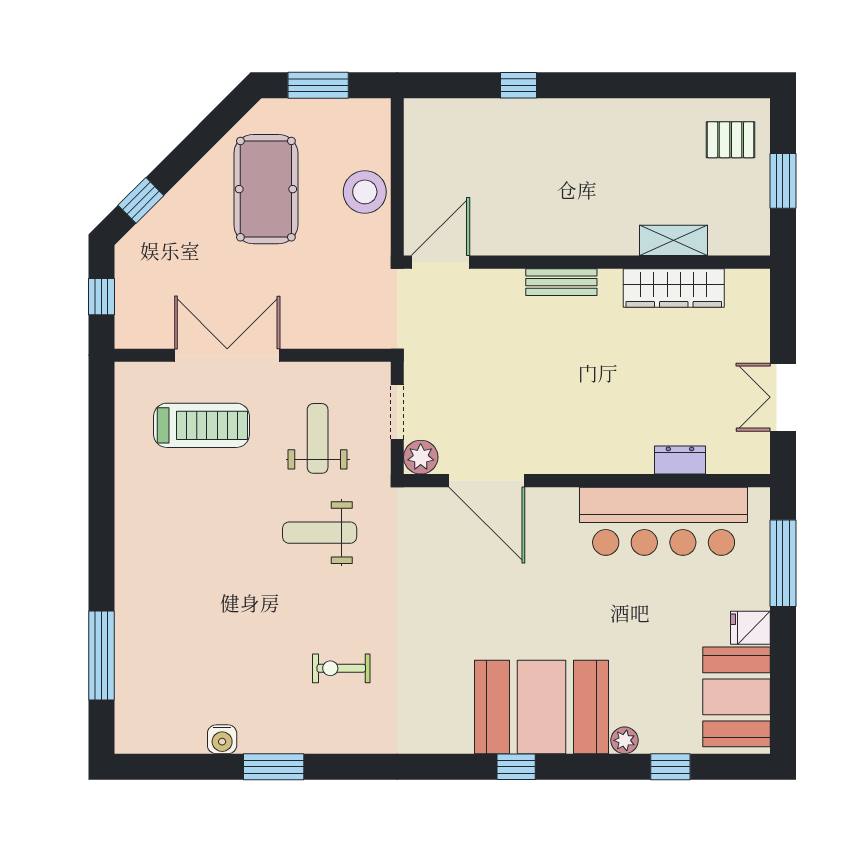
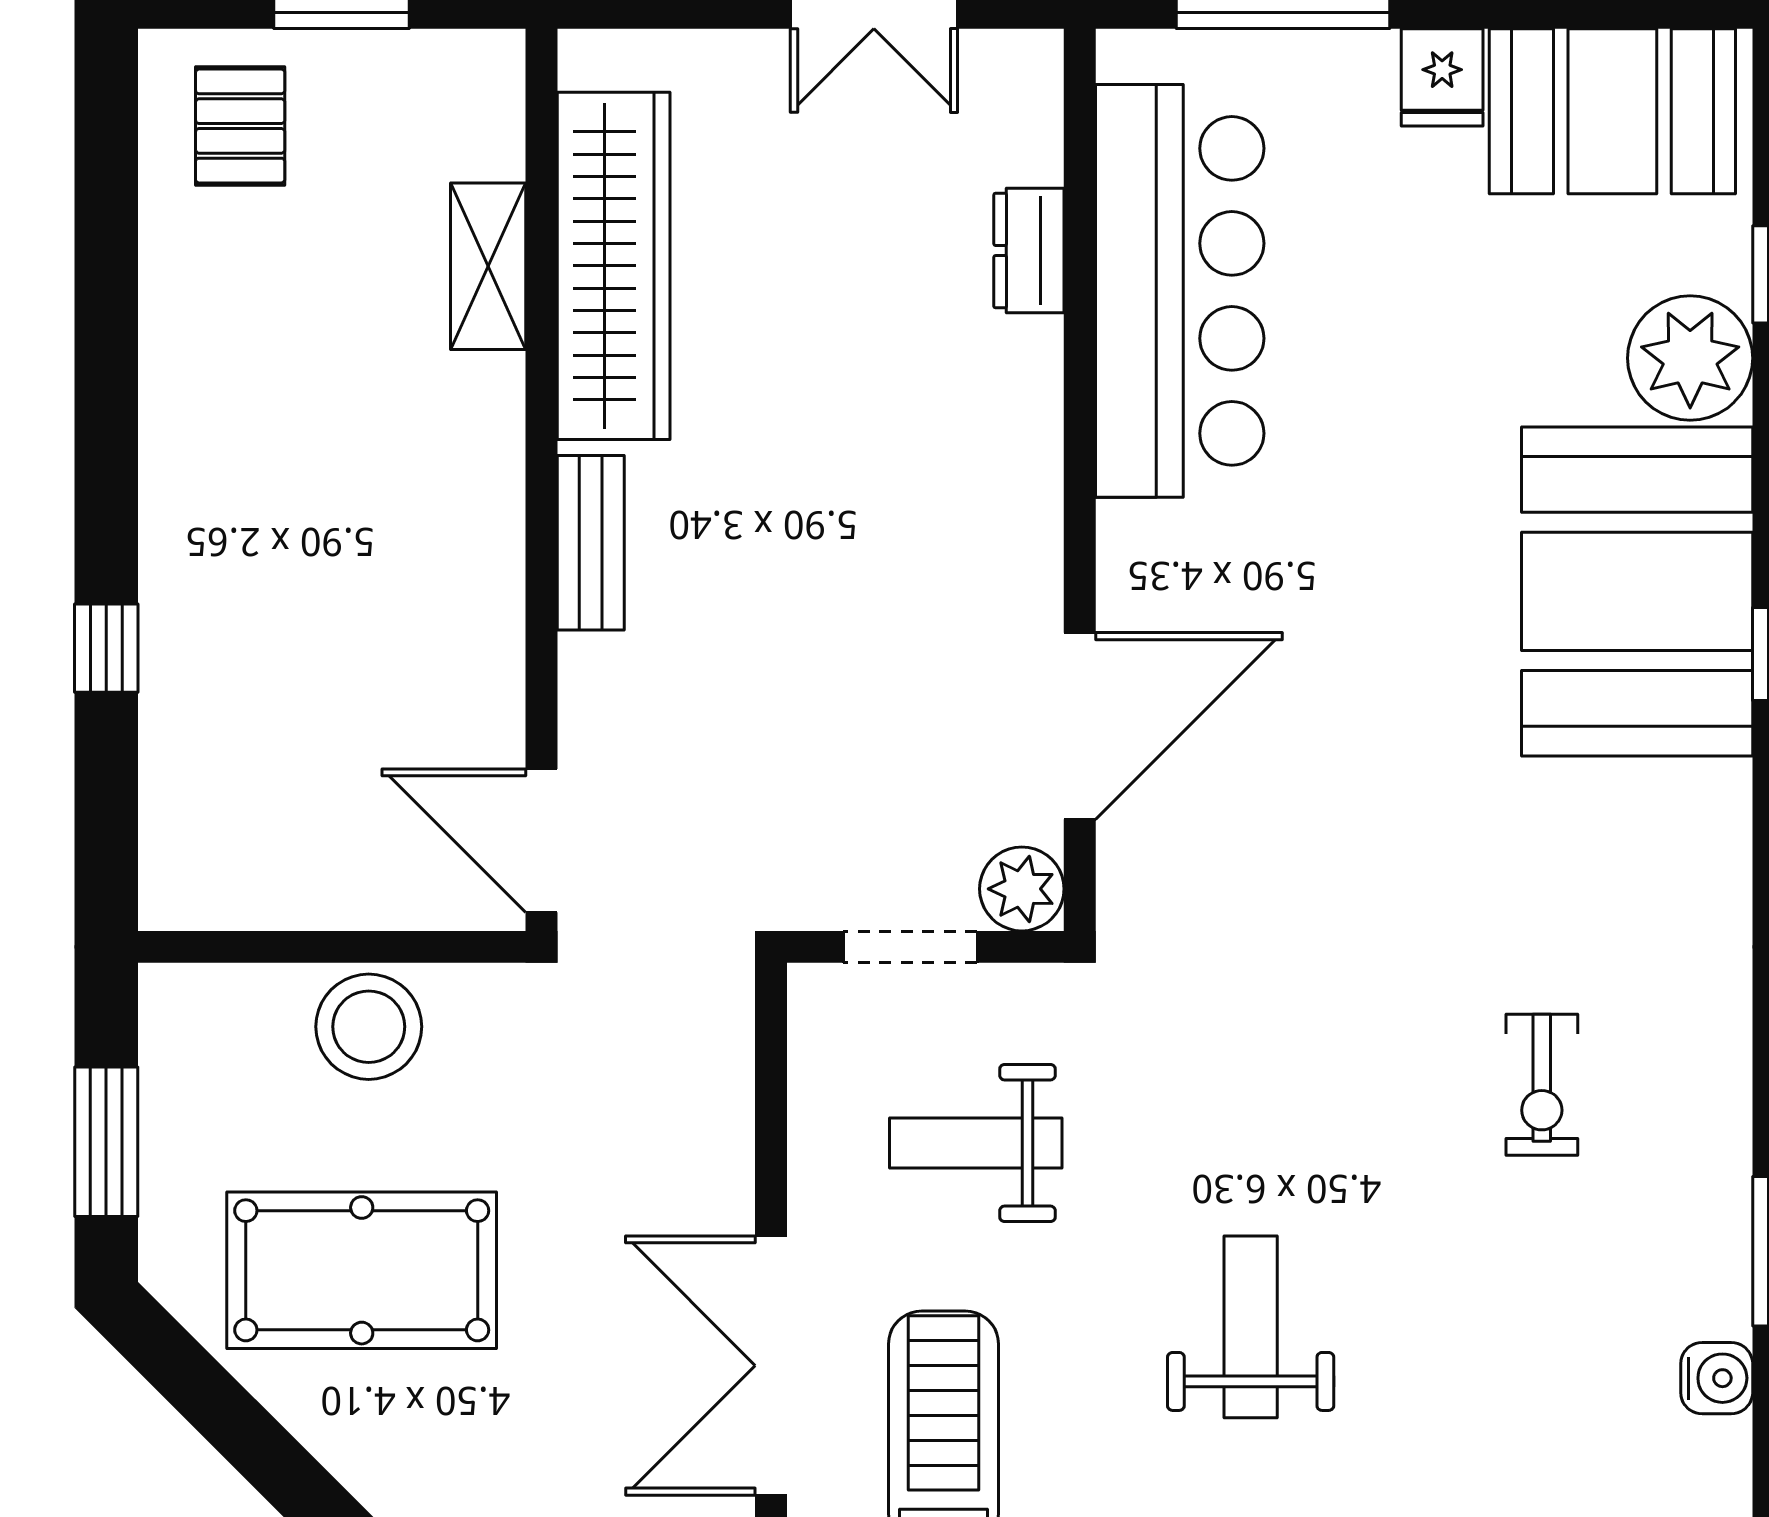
wardrobe: (674, 288) -> (614, 266), width x1.40, depth x1.17
weight bench: (320, 533) -> (1251, 1327), moved, turned 180
plant: (624, 740) -> (1690, 358), width x1.88, depth x1.88

